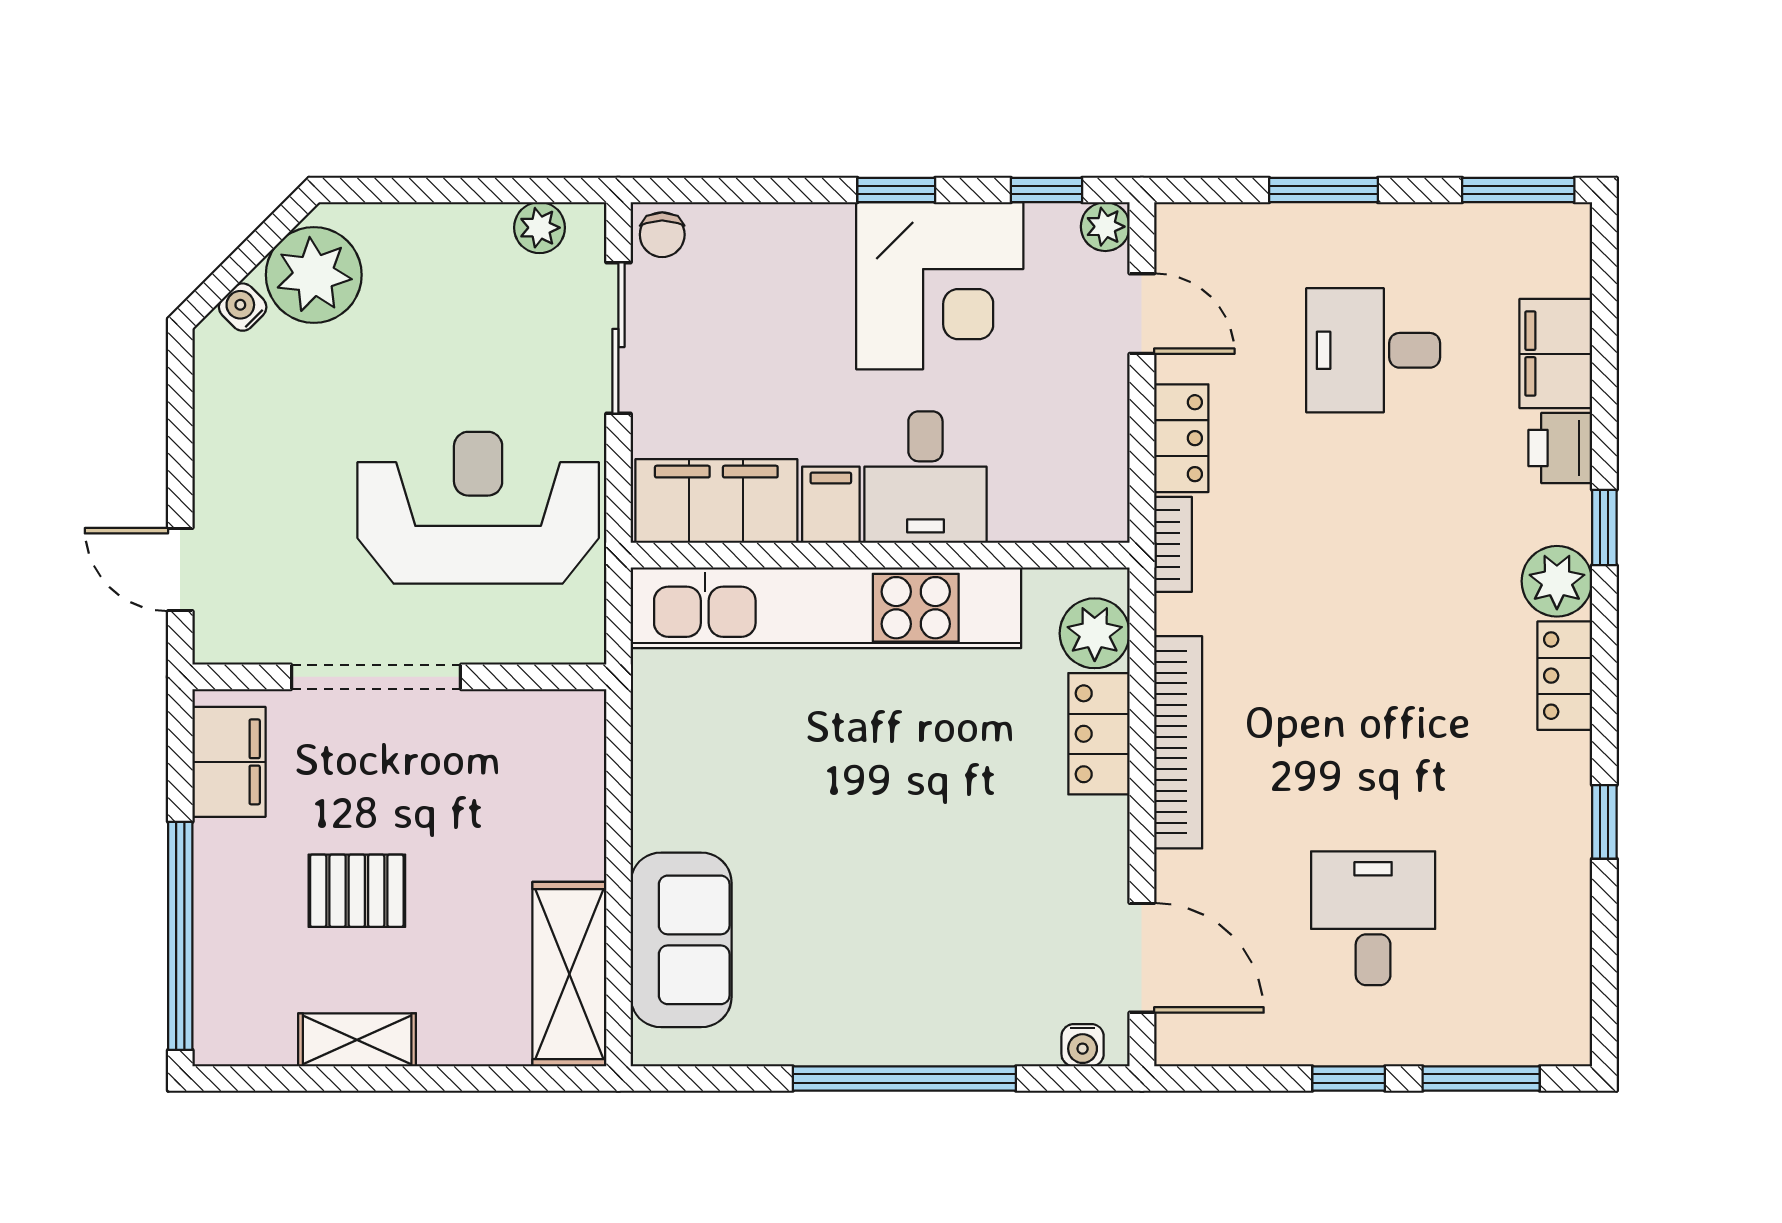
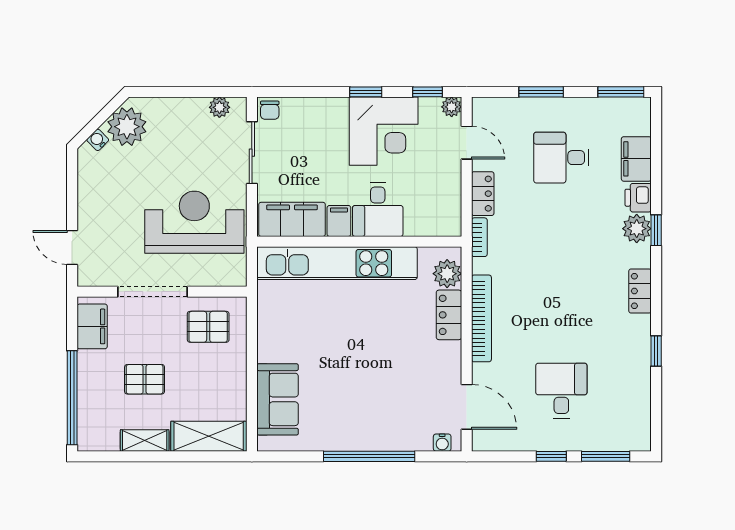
plant: (1557, 581) -> (637, 229), moved
pallet: (512, 763) -> (208, 327), added
shelving: (569, 974) -> (209, 436), moved, turned 90

